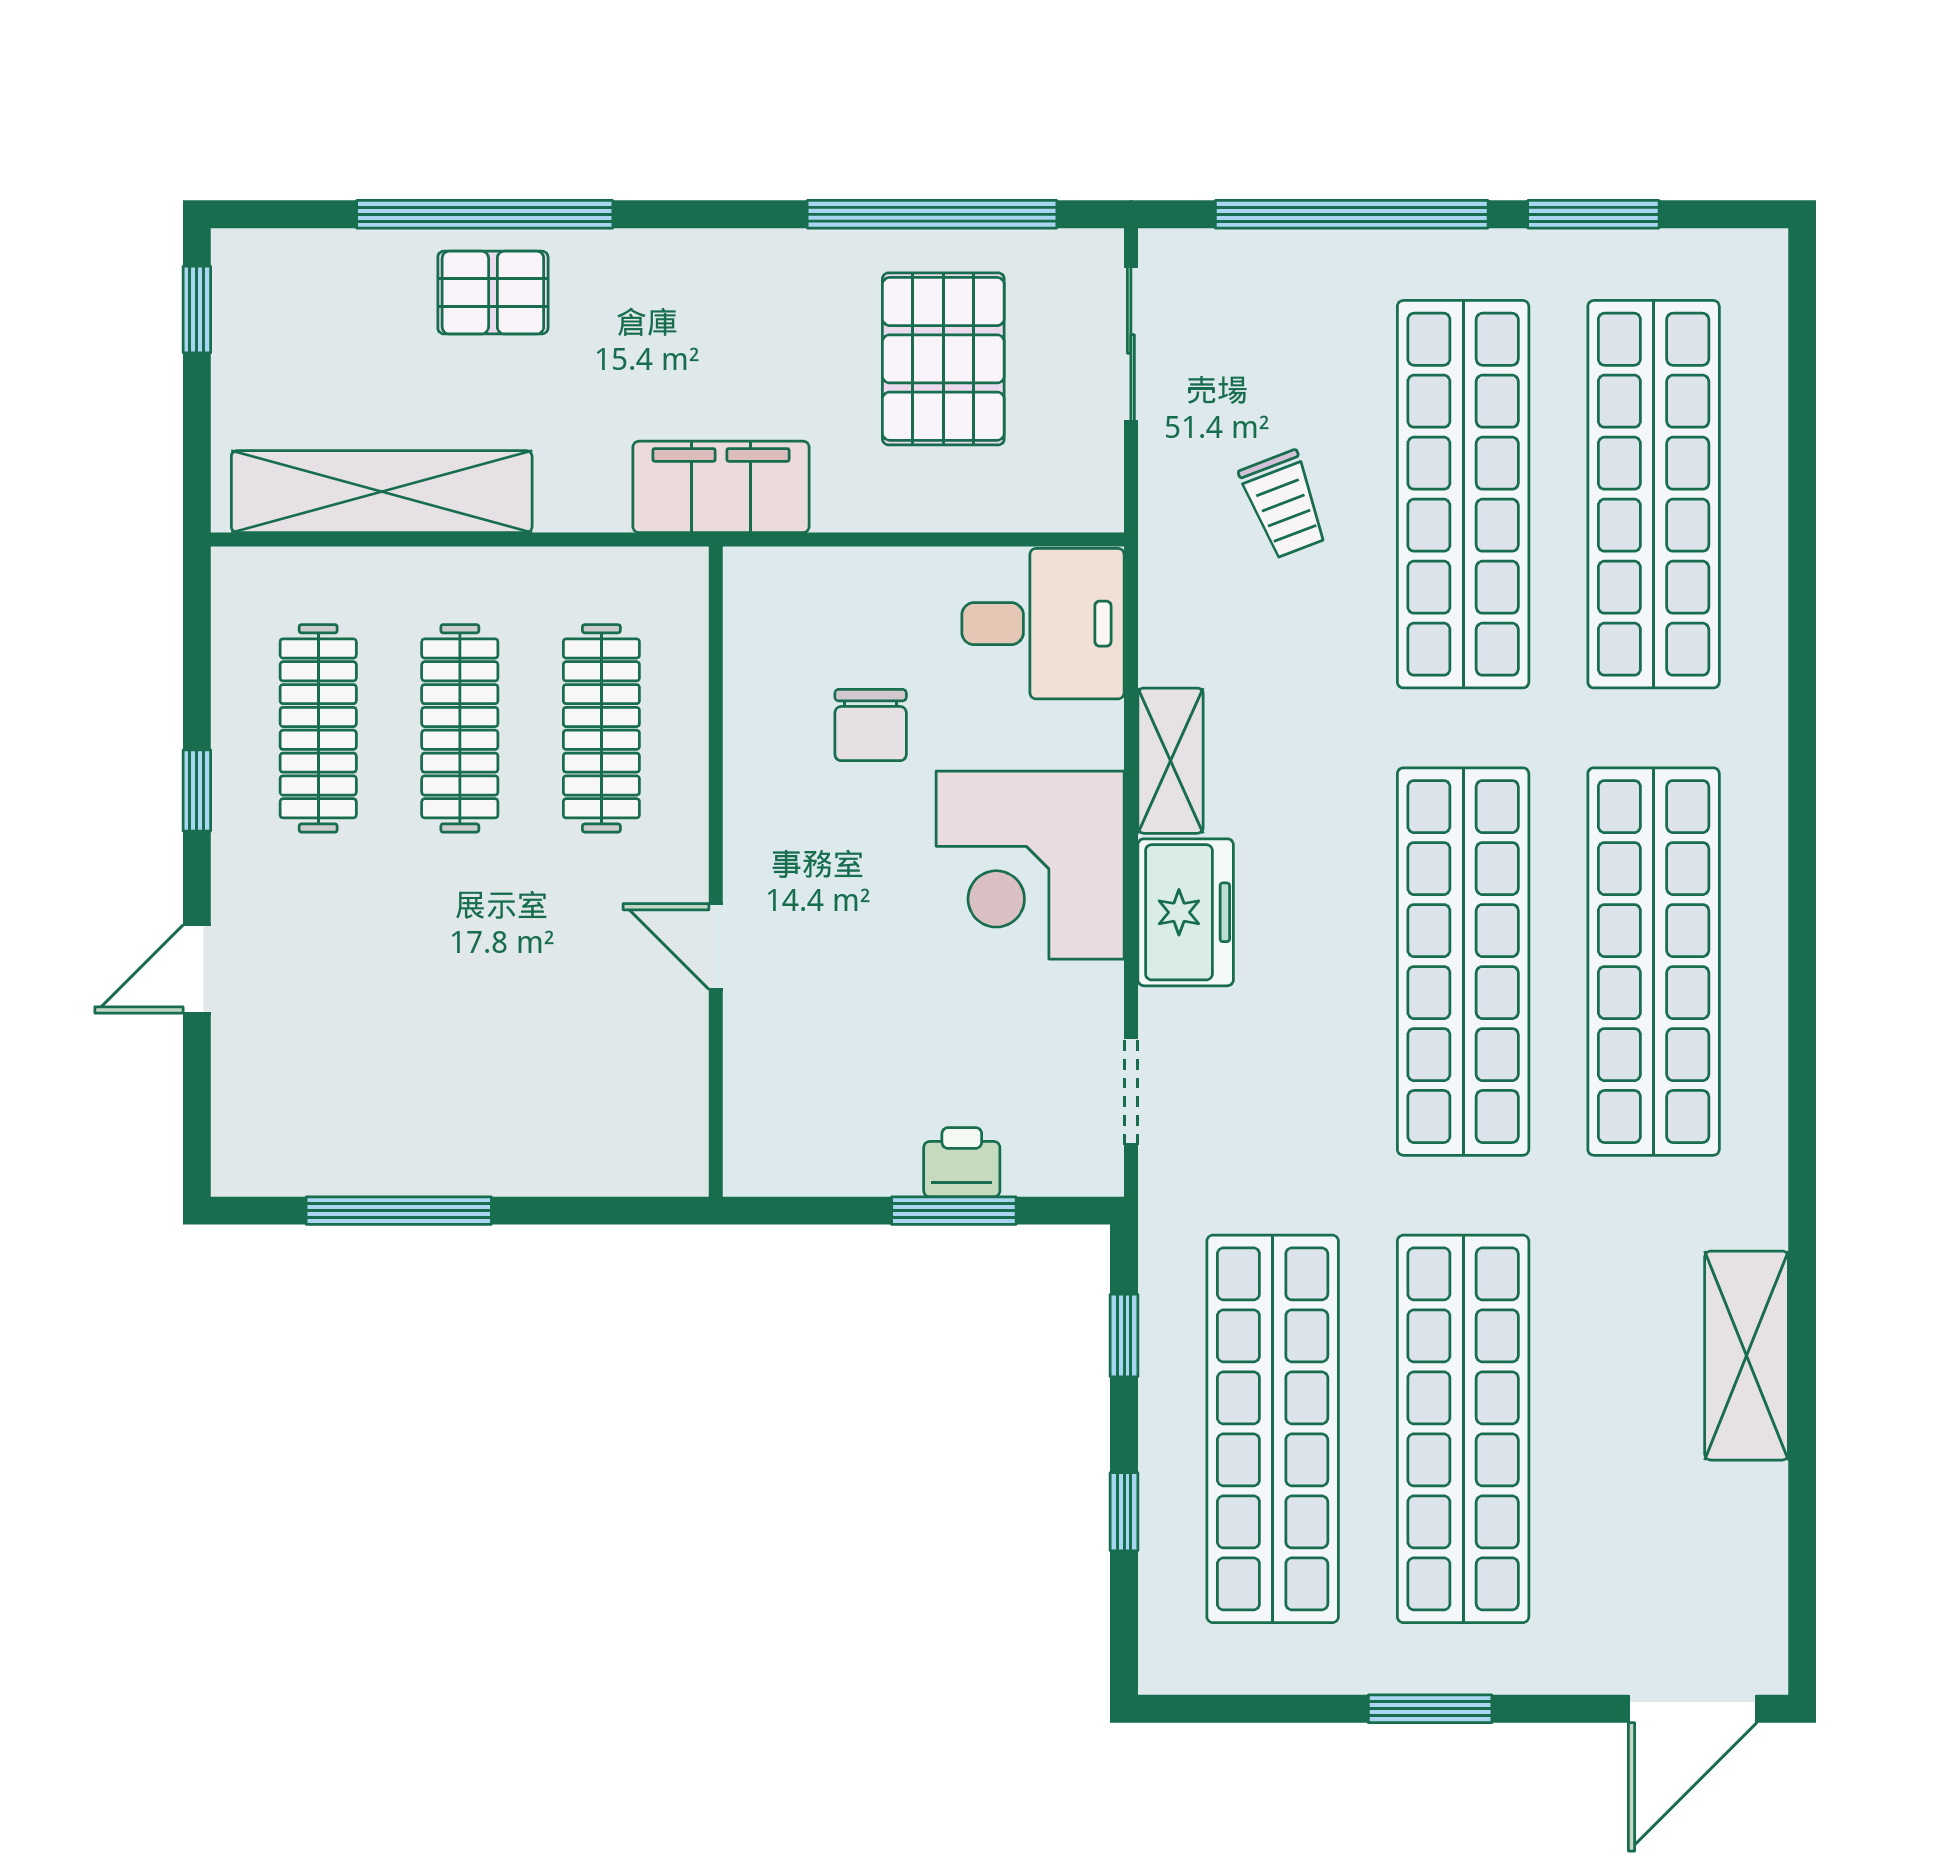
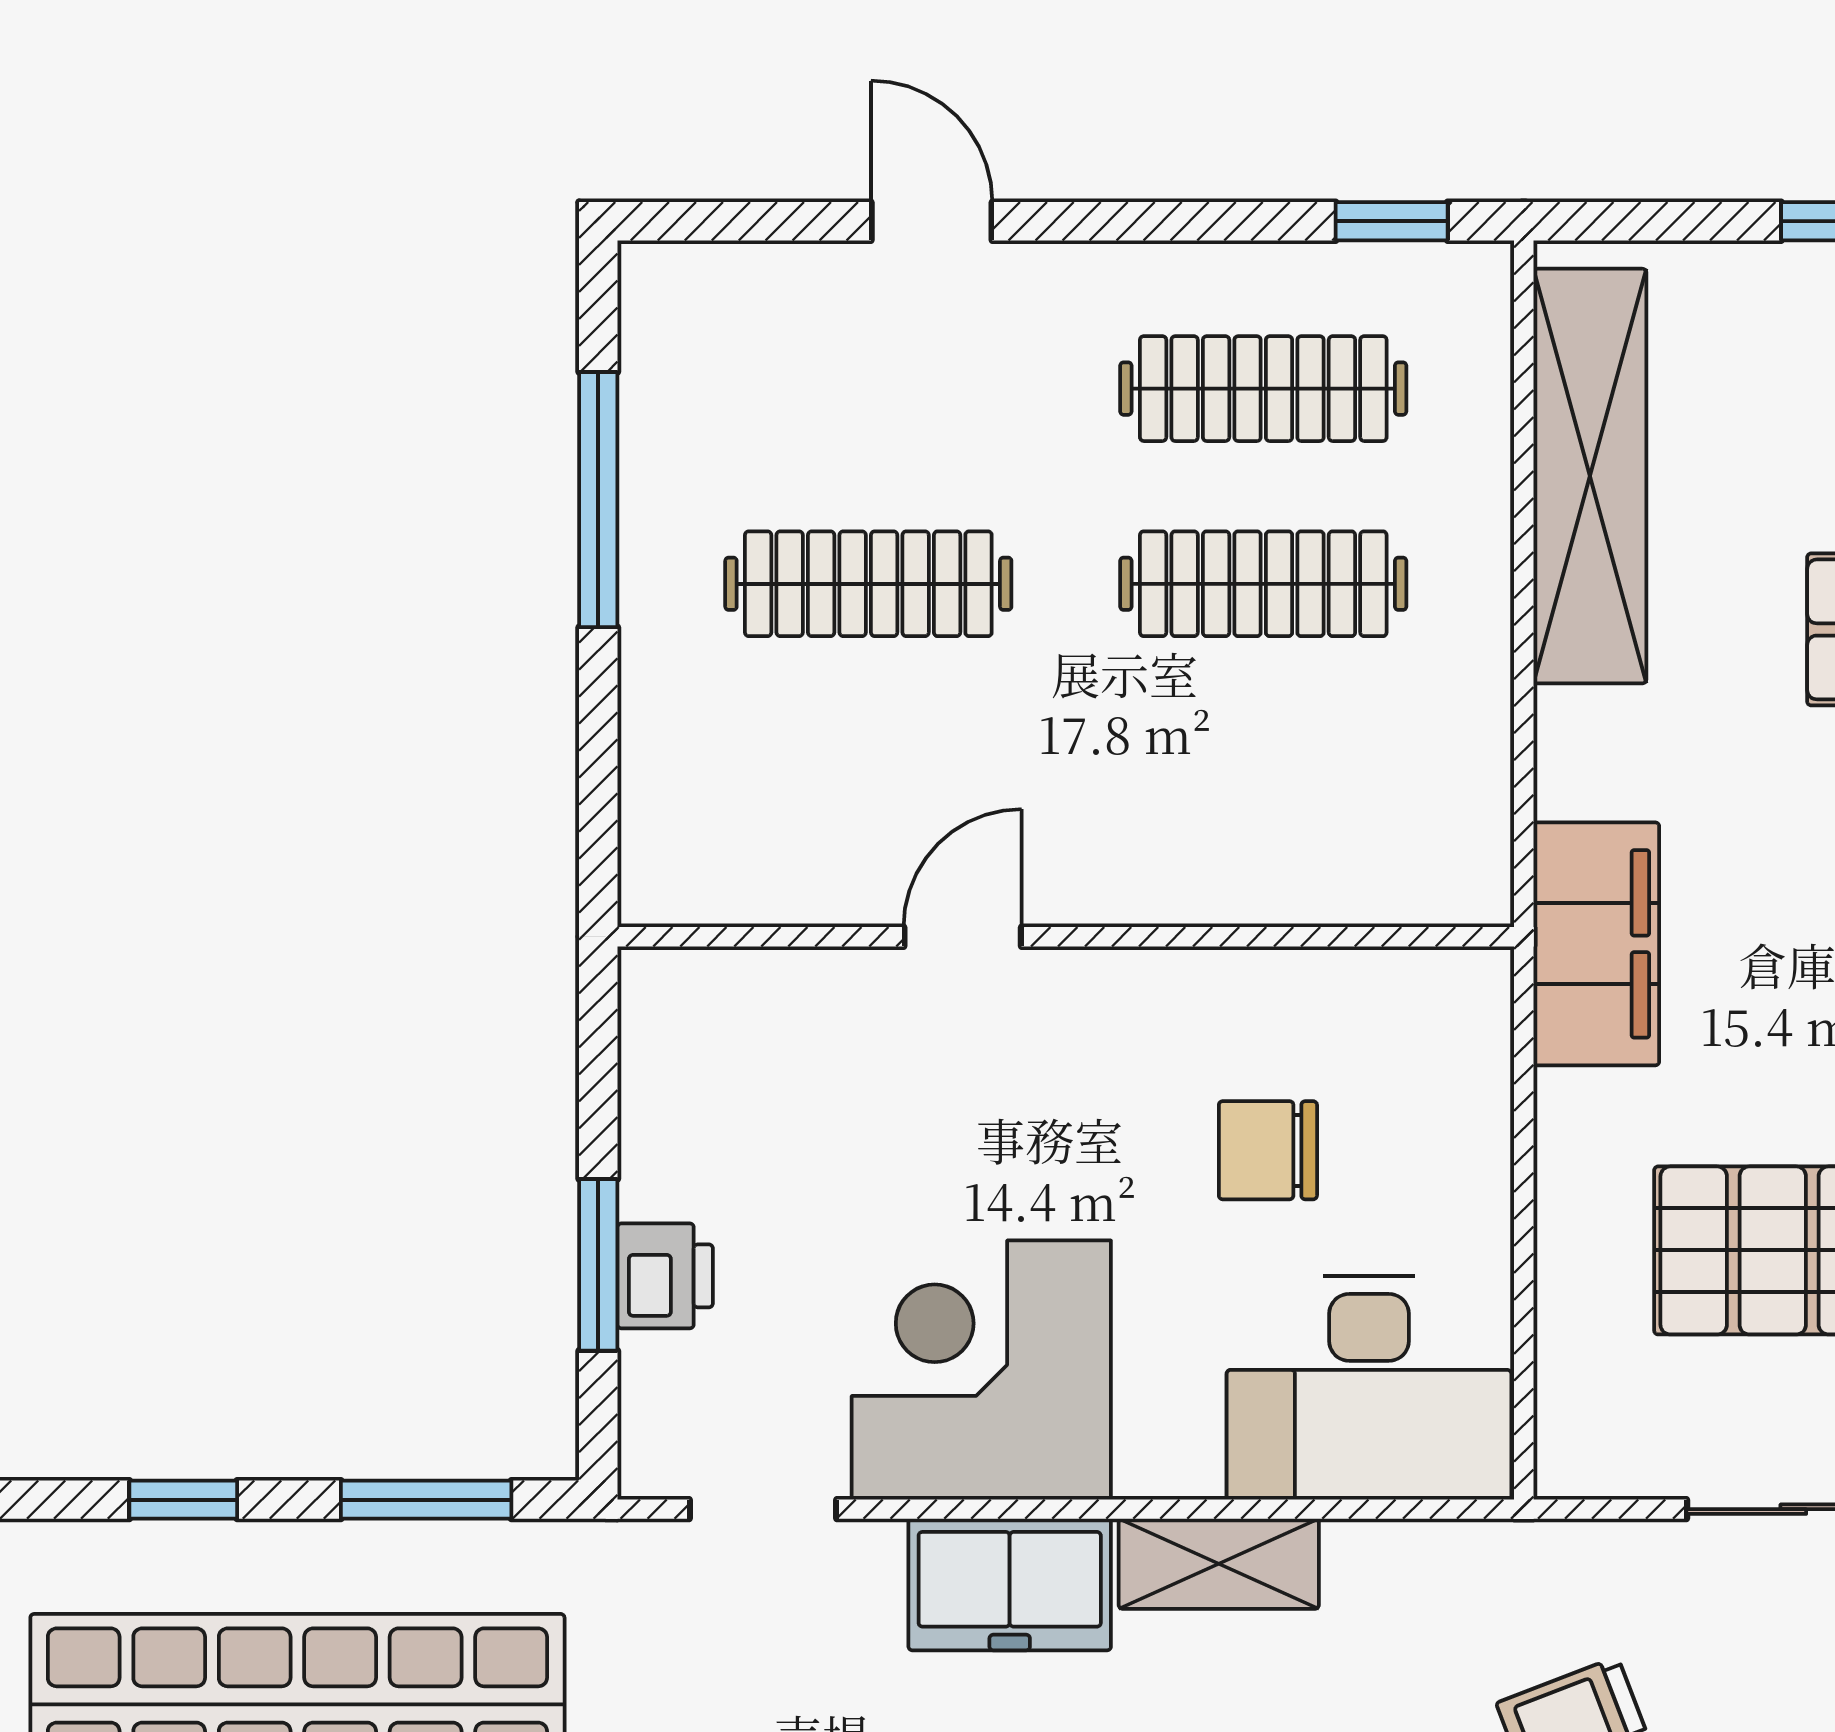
desk: (1043, 624) -> (1369, 1388), width x1.37
clothes rail: (601, 728) -> (868, 584), moved
window: (197, 790) -> (1392, 221), moved
corner desk: (1030, 865) -> (981, 1370), moved
window: (1124, 1335) -> (426, 1500), width x1.50

